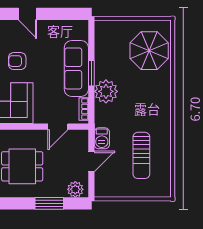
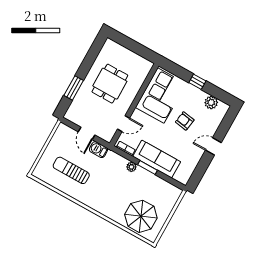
armchair: (17, 61) -> (185, 121), turned -81
plant: (106, 91) -> (131, 167), width x0.53, depth x0.53
door: (58, 127) -> (123, 124), swing flipped
plant: (75, 189) -> (73, 111), removed

